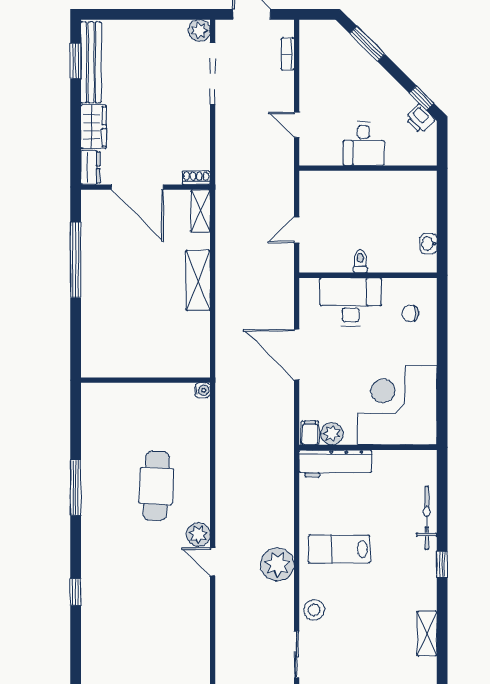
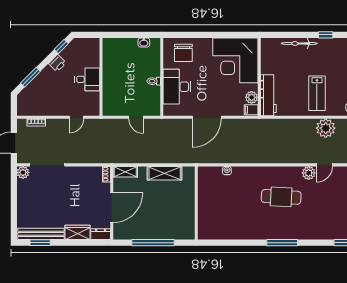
printer: (420, 119) -> (57, 63), moved
chair: (410, 313) -> (183, 53), width x1.87, depth x1.87
wall: (145, 380) -> (196, 203), moved

